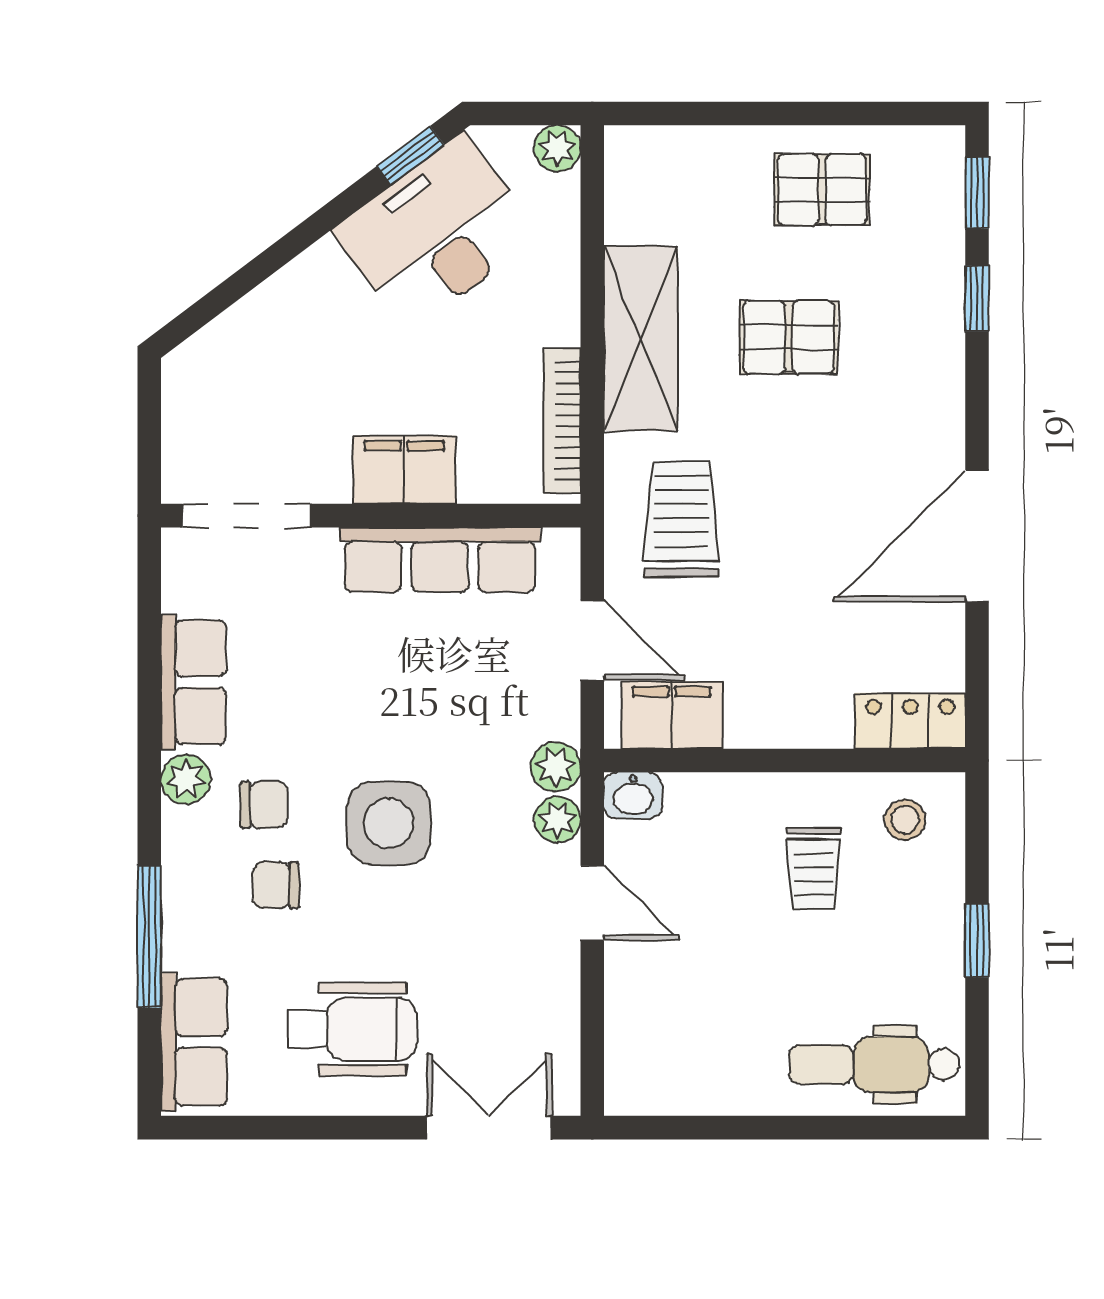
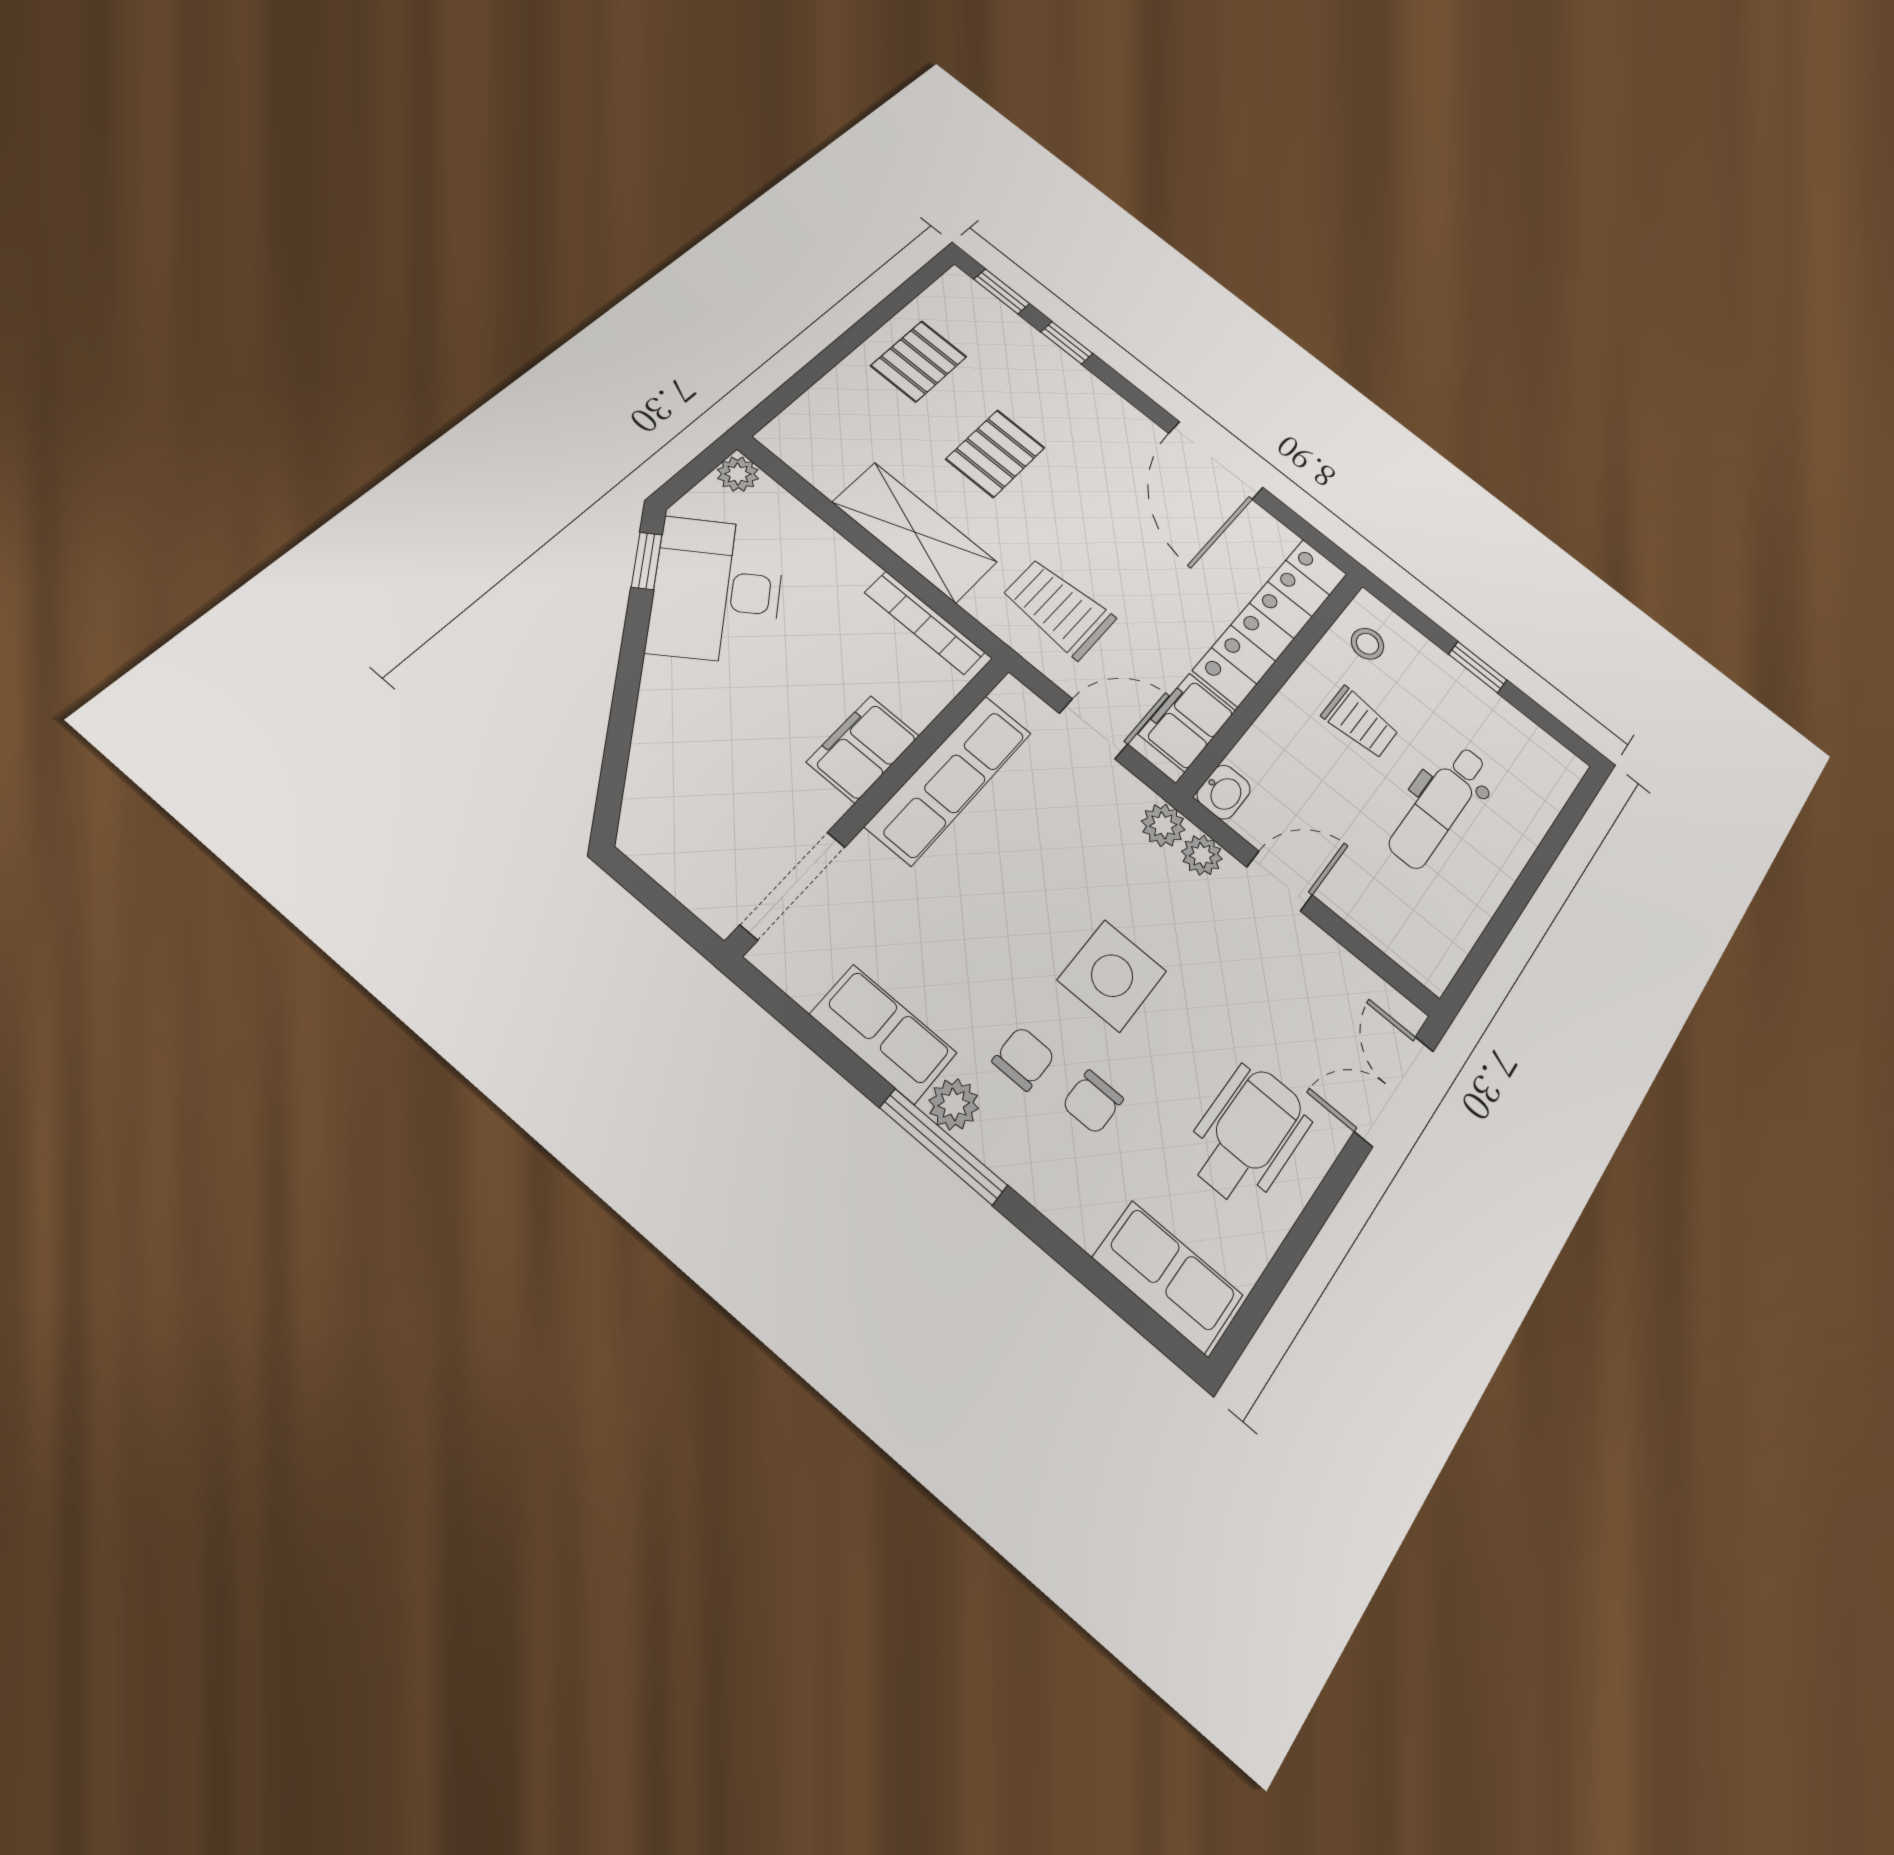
locker: (910, 721) -> (1272, 621), width x2.16, depth x1.21
window: (149, 937) -> (943, 1147), moved
dental chair: (874, 1064) -> (1439, 806), moved

